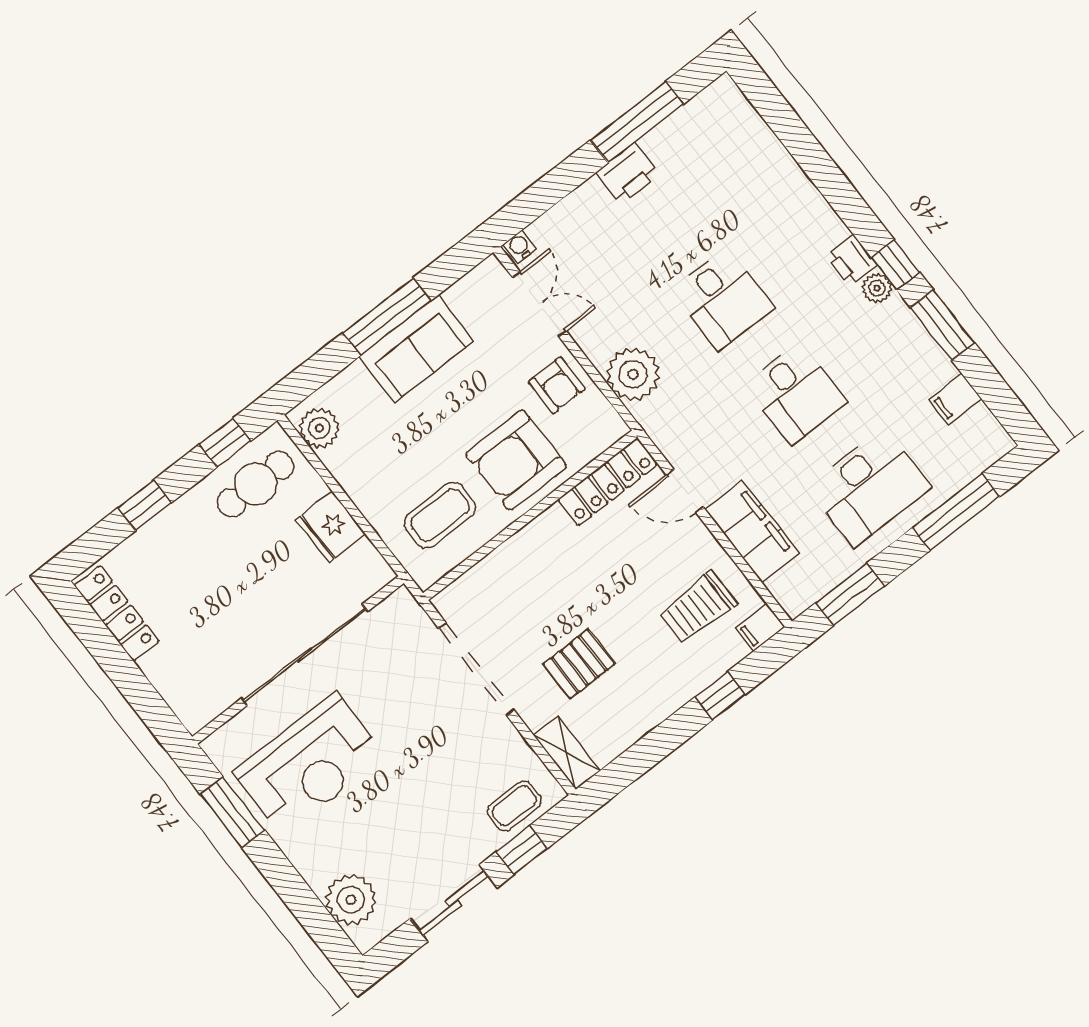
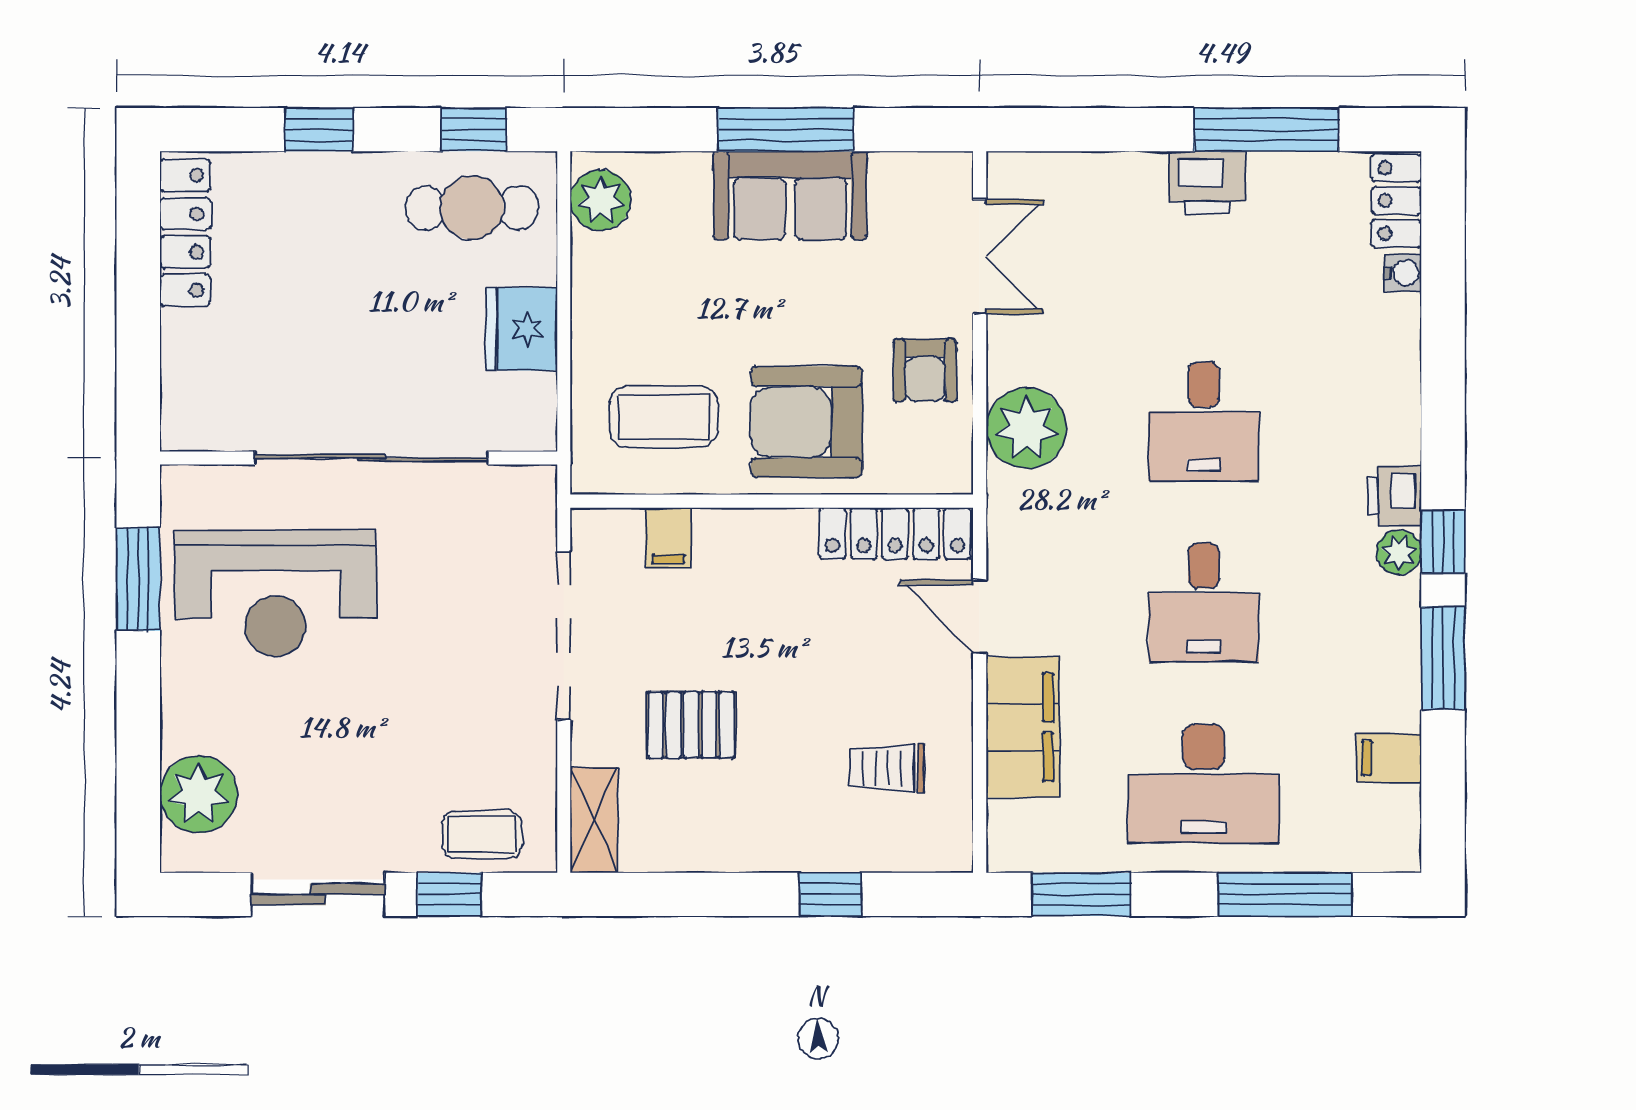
locker: (733, 106) -> (1396, 201), added
water cooler: (520, 247) -> (1403, 273), moved, turned 90
trolley: (698, 607) -> (887, 768), width x0.73, depth x0.72
filing cabinet: (760, 627) -> (668, 538), moved, turned -90

